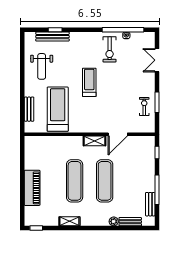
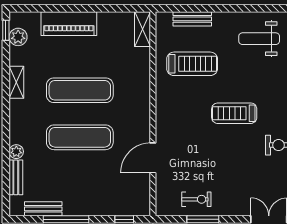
treadmill: (89, 82) -> (234, 113), turned 180
treadmill: (58, 109) -> (192, 64), width x0.73, depth x0.73
door: (118, 134) -> (153, 158), hinge flipped
shelving: (94, 141) -> (143, 29), moved
plant: (41, 220) -> (18, 37), added

